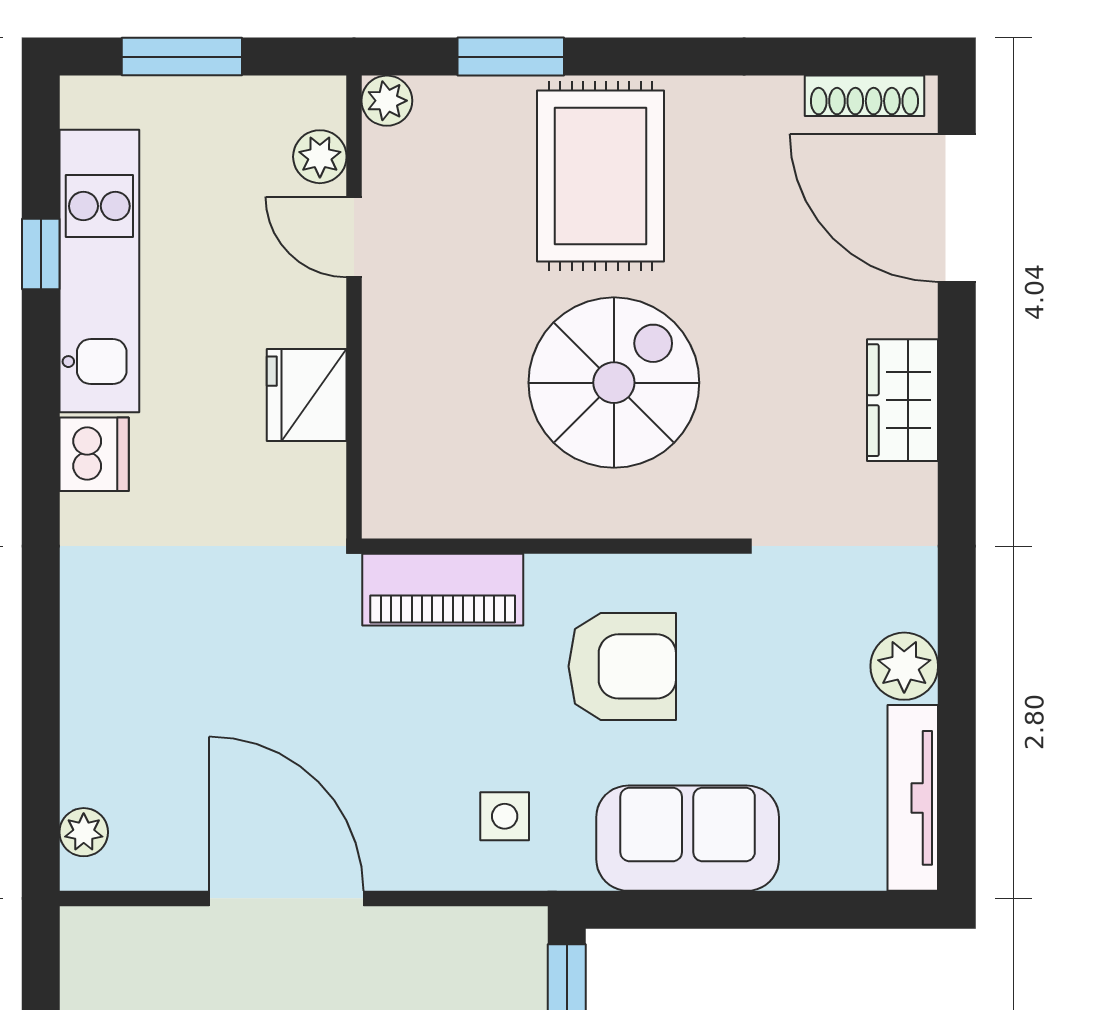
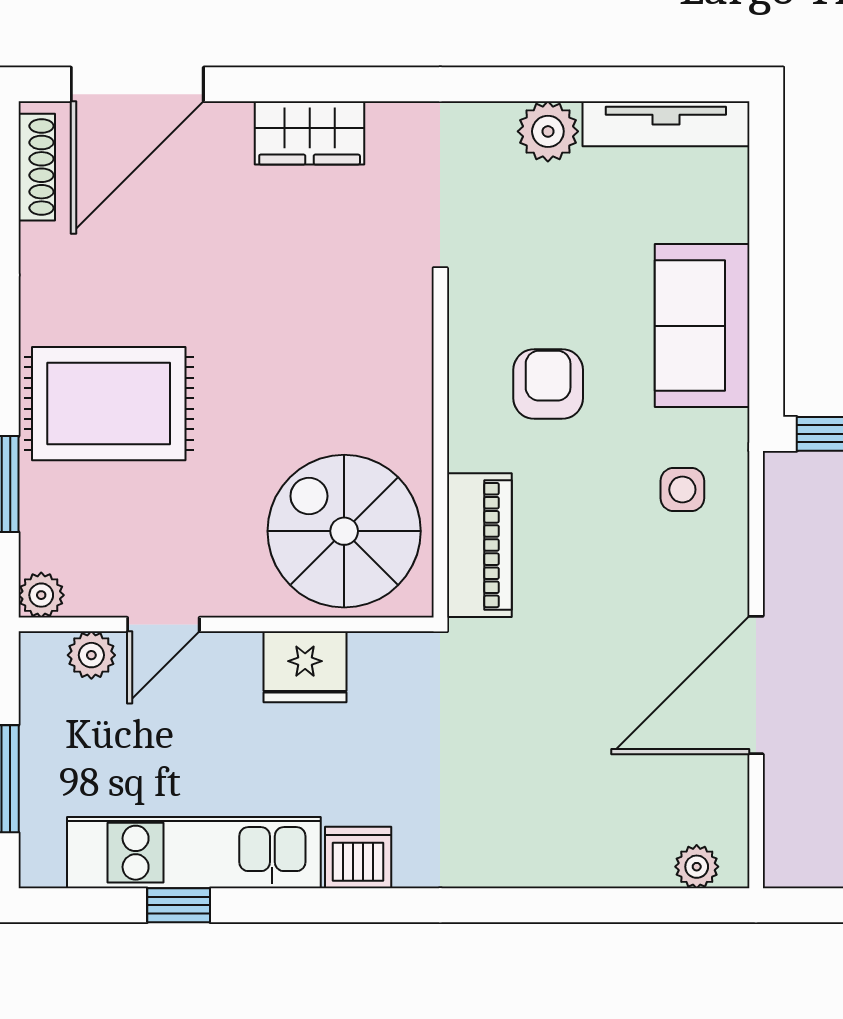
spiral stairs: (614, 383) -> (344, 531), moved
armchair: (622, 666) -> (548, 384), width x0.72, depth x0.72

